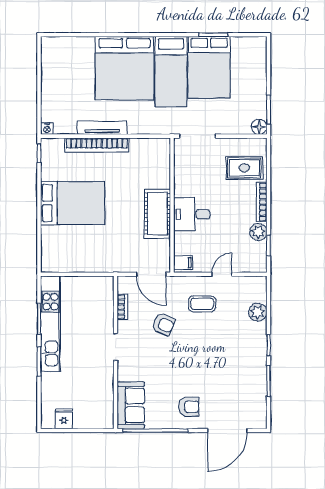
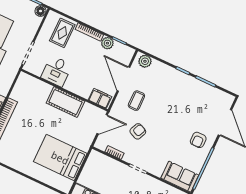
bed: (73, 203) -> (60, 158), moved, turned -90
desk: (192, 214) -> (57, 71), moved
filing cabinet: (183, 263) -> (100, 98), width x2.00
door: (222, 274) -> (123, 79), width x1.88
plant: (258, 312) -> (145, 61), moved
armchair: (189, 407) -> (198, 140), turned 180

